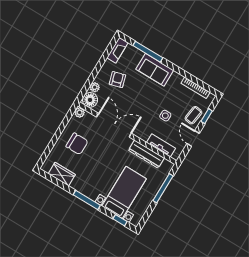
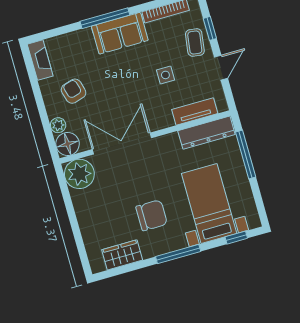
window: (148, 52) -> (105, 18), moved
sofa: (155, 70) -> (120, 33), moved
plant: (80, 112) -> (79, 174), width x1.88, depth x1.88
door: (193, 139) -> (221, 68), swing flipped
chair: (77, 144) -> (152, 215), moved
dresser: (146, 154) -> (206, 133), moved

